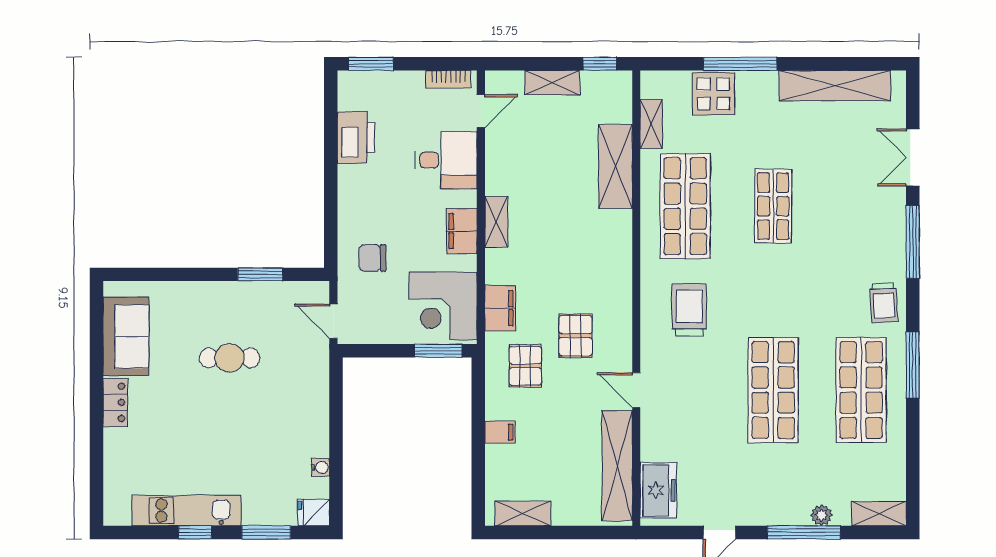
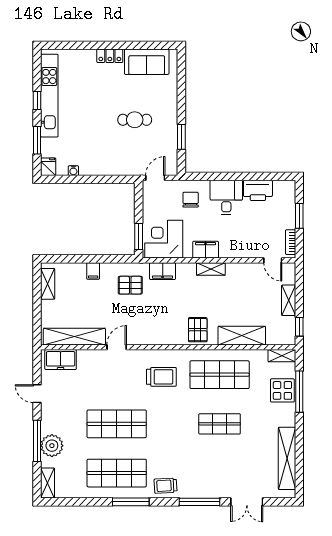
window: (371, 64) -> (299, 216), moved
window: (740, 64) -> (299, 392), moved
shelving: (651, 124) -> (282, 356), moved
double door: (913, 157) -> (247, 502), swing flipped
desk: (446, 160) -> (226, 197), moved, turned 180
pallet: (575, 336) -> (198, 330), moved, turned 90
cafe table: (230, 358) -> (135, 120), turned 90
kitchen unit: (186, 510) -> (49, 96), width x1.36
plant: (821, 515) -> (52, 446), width x1.87, depth x1.87

